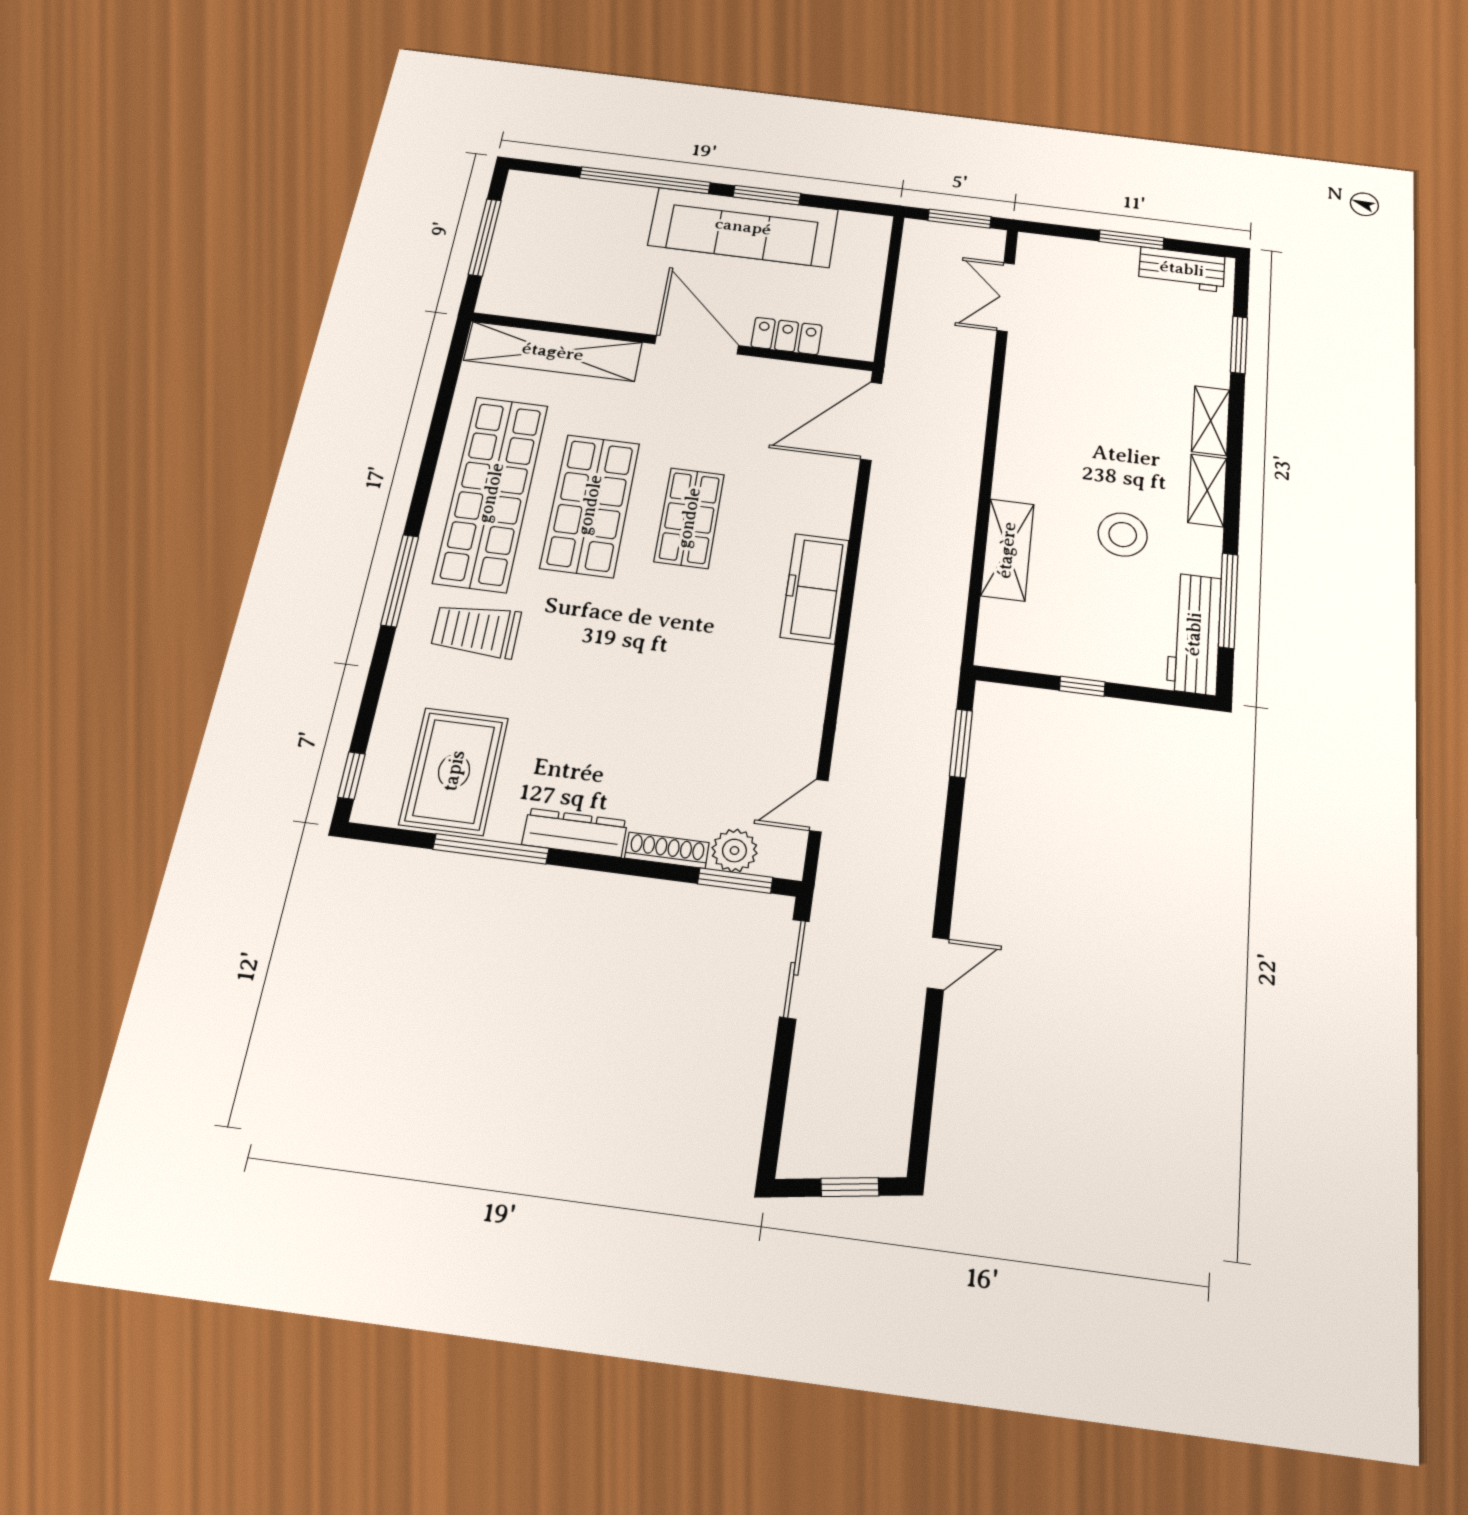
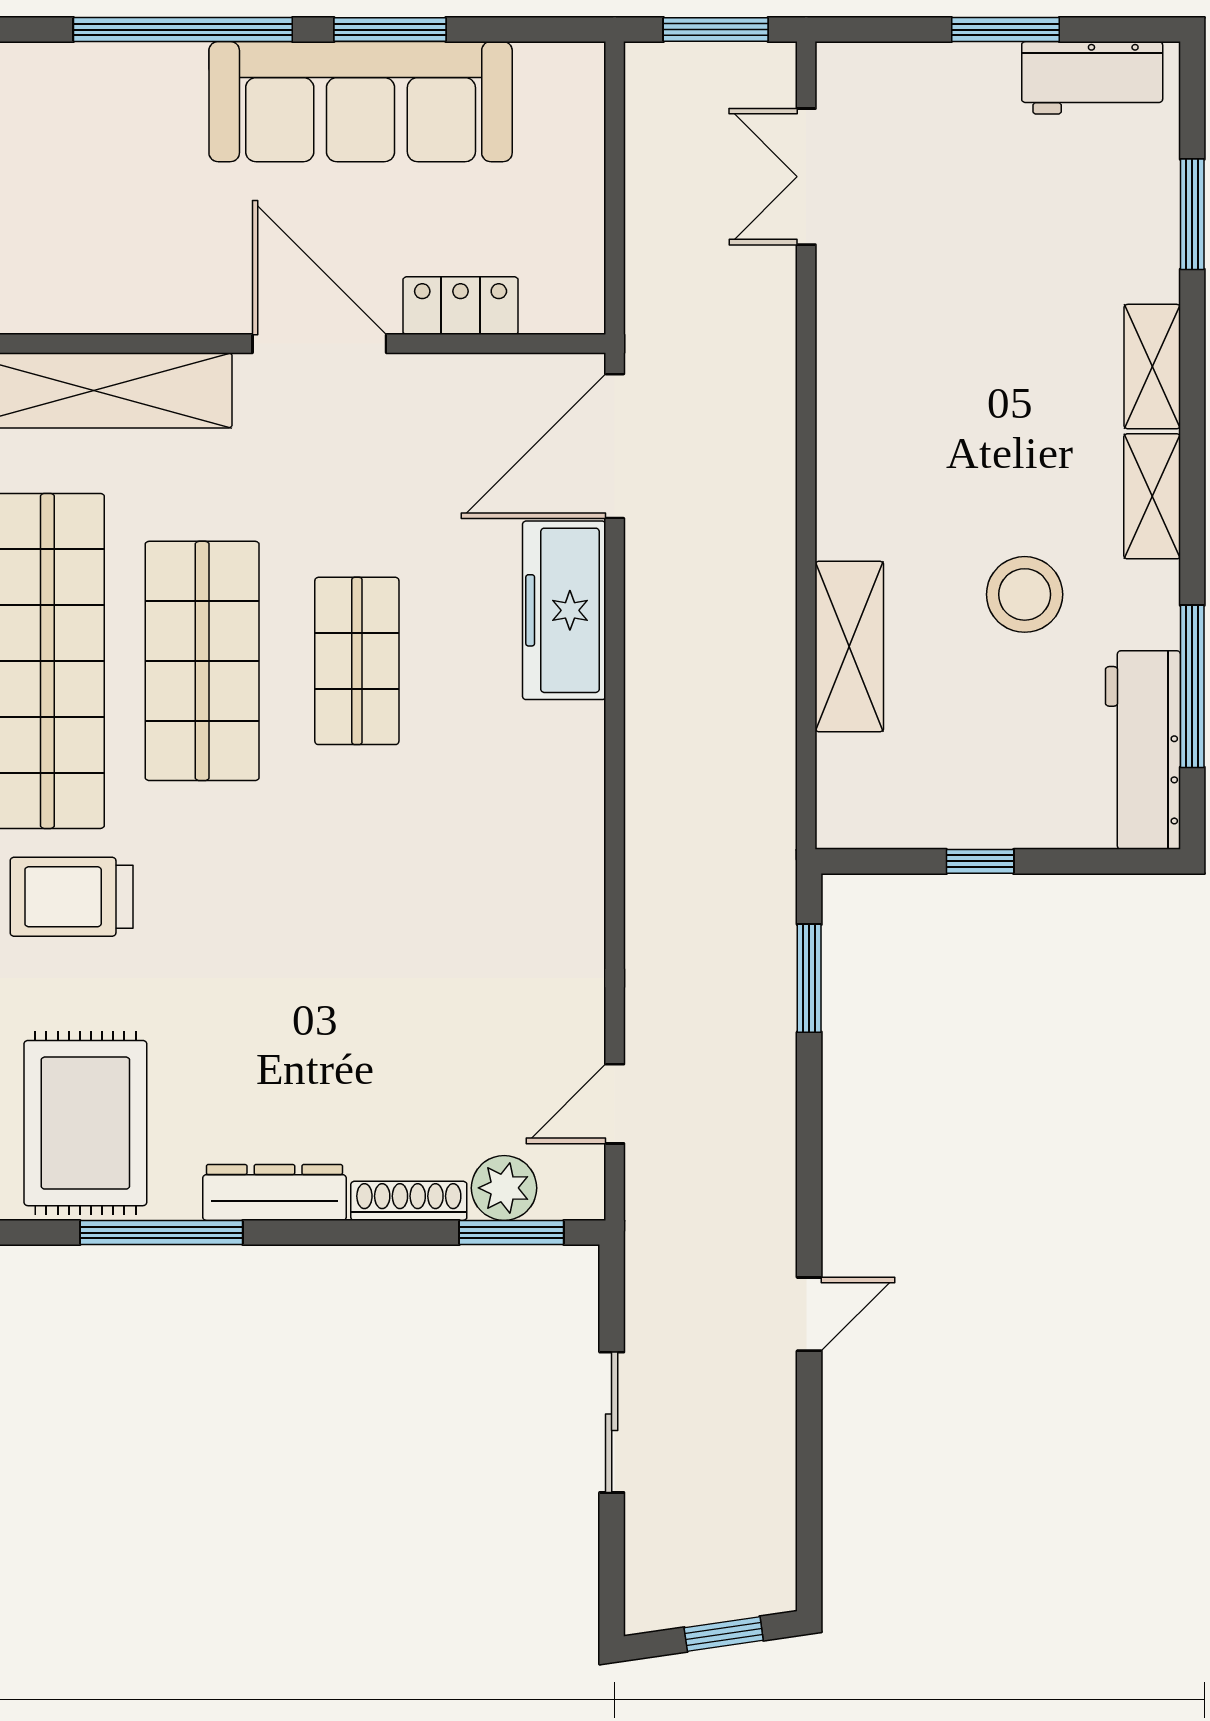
freezer: (815, 588) -> (564, 610), moved
sliding door: (794, 969) -> (612, 1422), moved

